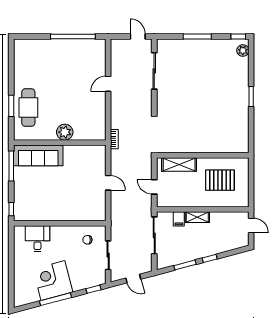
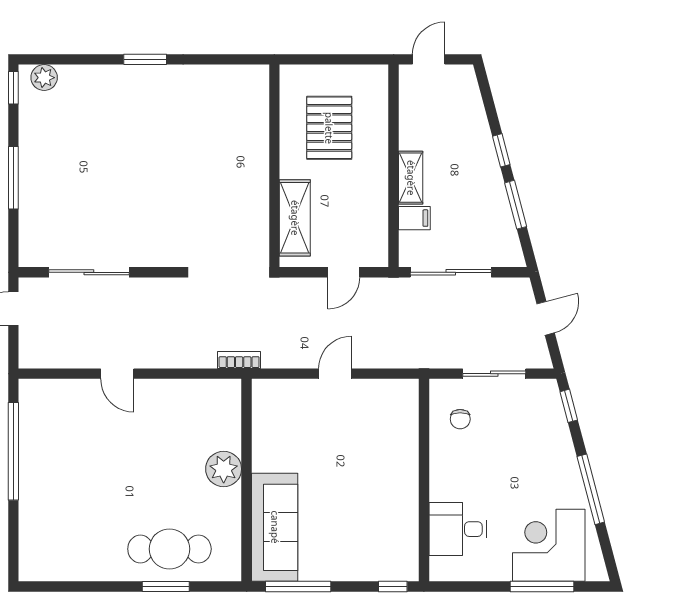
window: (11, 277) -> (542, 587), added
corner desk: (53, 281) -> (549, 545), moved, turned 105

